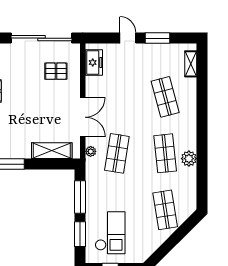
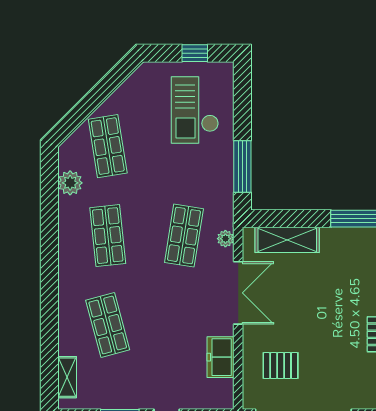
freezer: (94, 63) -> (221, 357), moved
double door: (83, 117) -> (238, 293), swing flipped
plant: (189, 159) -> (70, 183), moved
window: (80, 234) -> (242, 108), removed

